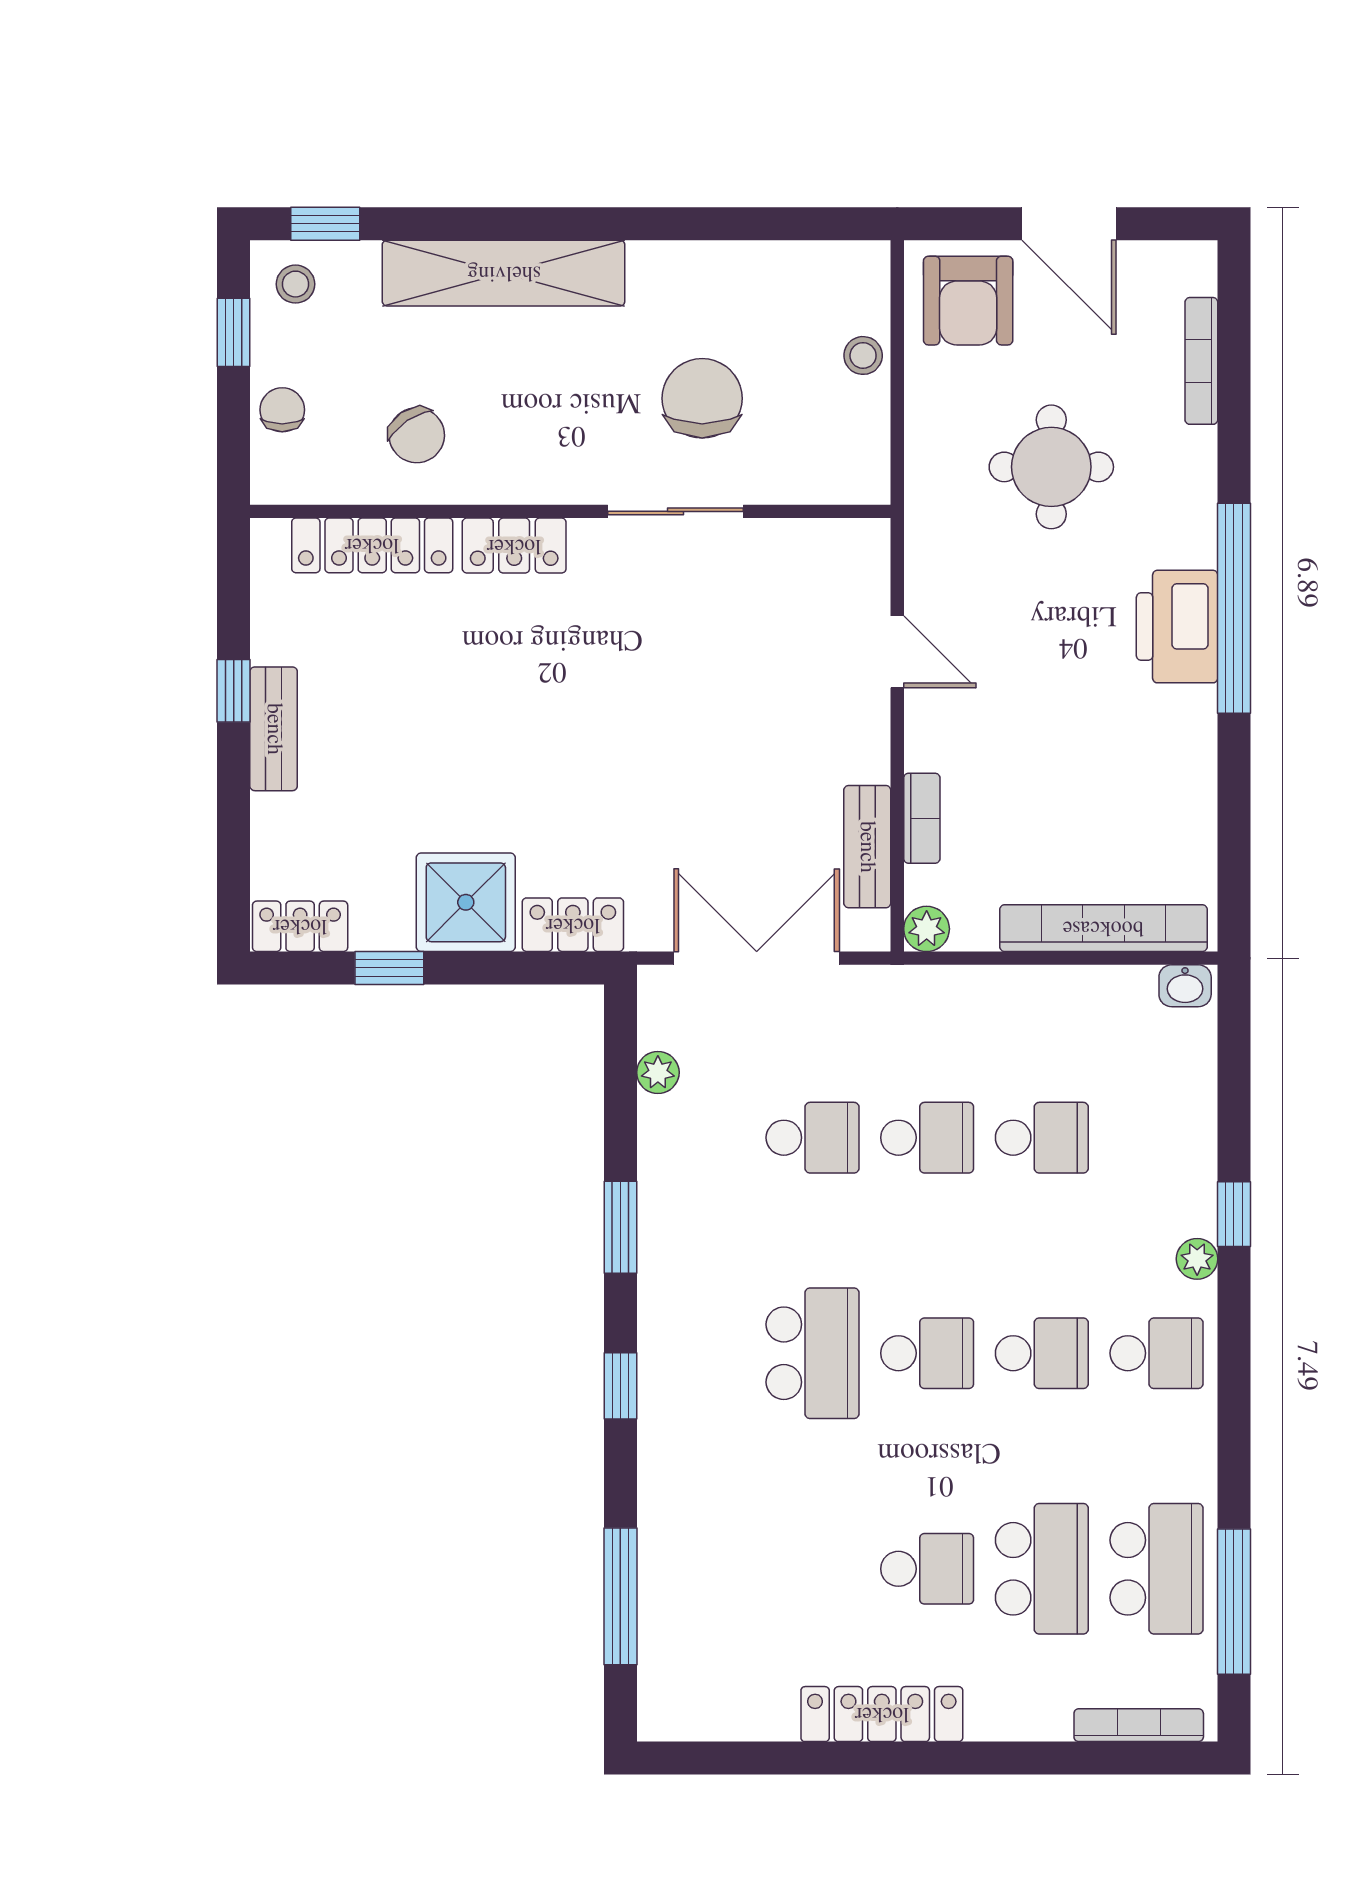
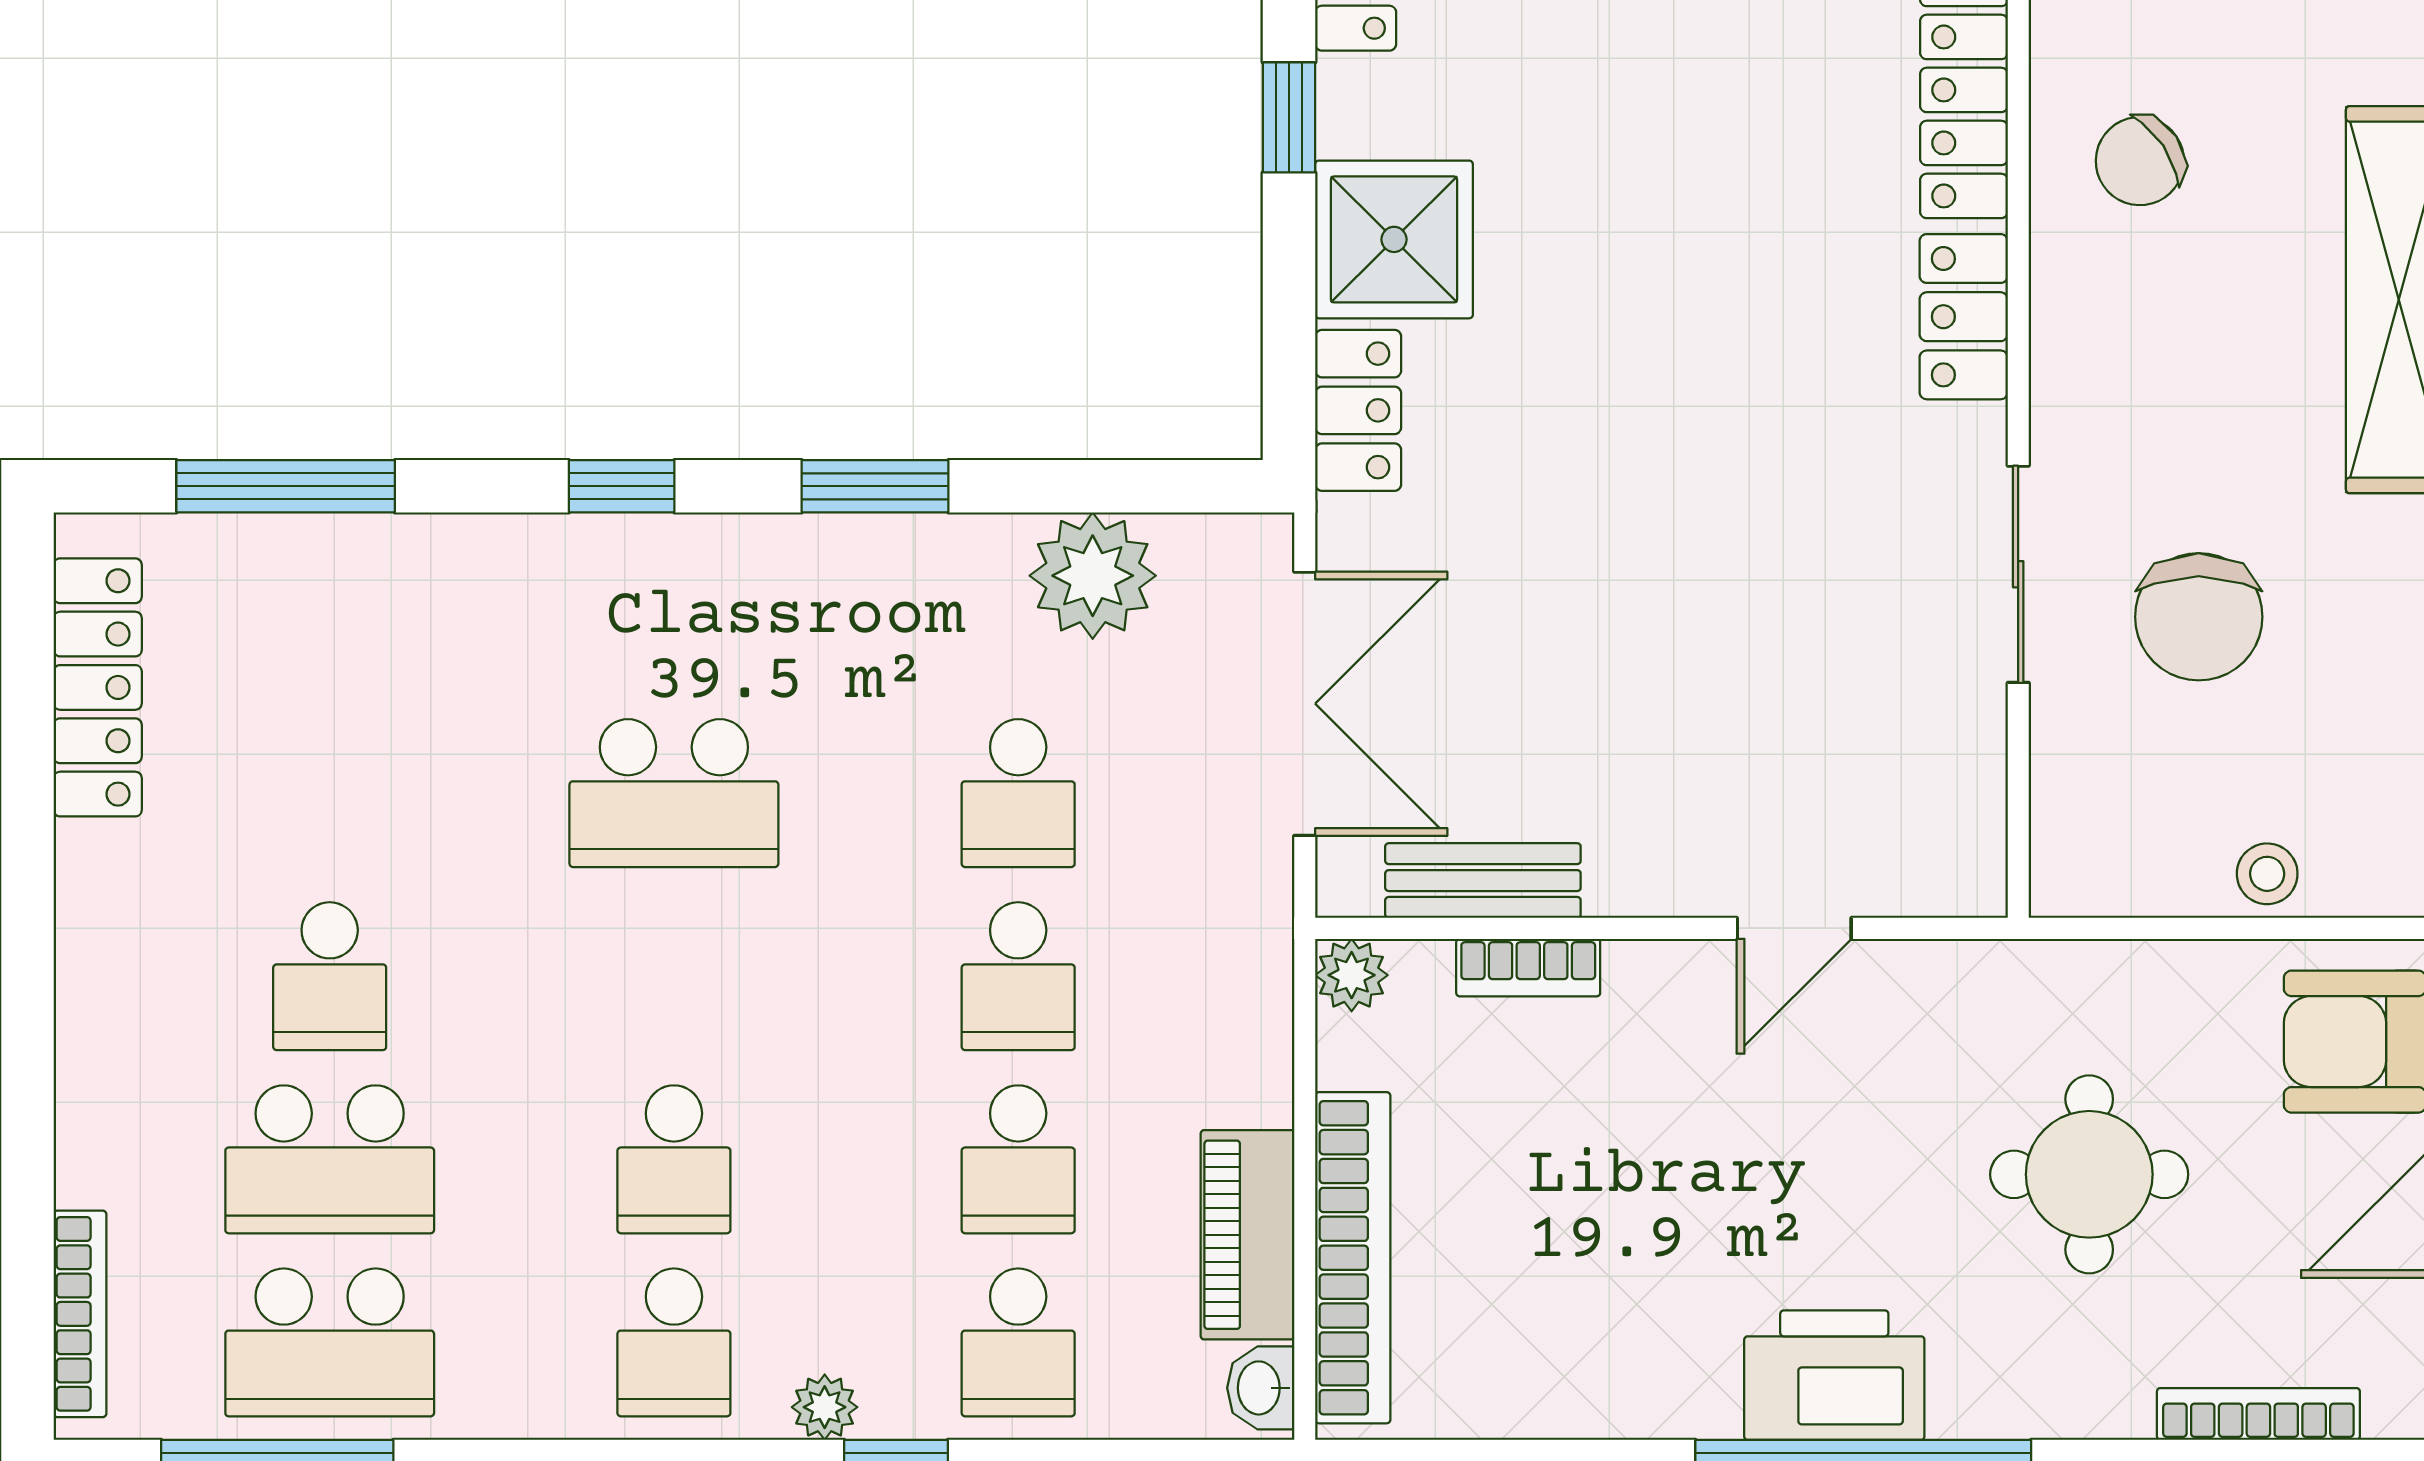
chair: (702, 398) -> (2199, 617), turned 90
piano: (1089, 994) -> (1247, 1235), added
plant: (658, 1072) -> (1093, 576), width x1.88, depth x1.88
school desk: (927, 1353) -> (1018, 1342), moved
locker: (882, 1714) -> (98, 687), moved

